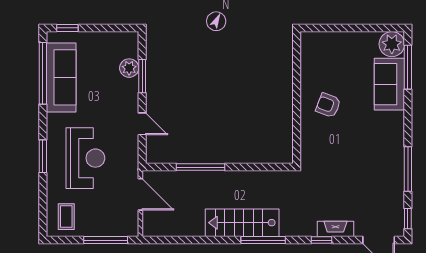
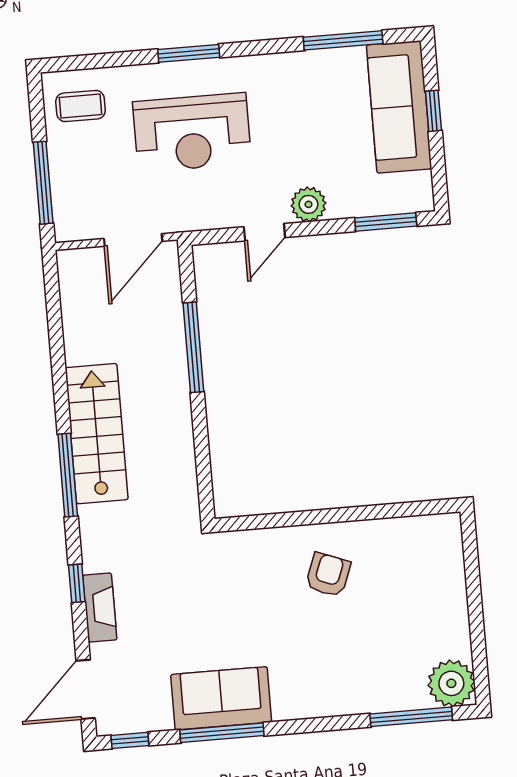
window: (67, 28) -> (433, 111), moved
plant: (129, 68) -> (309, 204), moved
window: (43, 73) -> (343, 40), width x0.68
window: (142, 76) -> (386, 222), moved
sofa: (61, 77) -> (399, 107), moved, turned 90
sofa: (389, 84) -> (221, 698), moved

